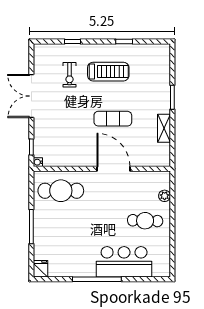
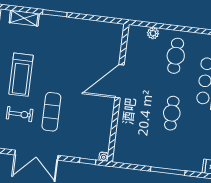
treadmill: (108, 72) -> (21, 75), turned 180
exercise mat: (113, 119) -> (51, 112), moved
shelving: (164, 128) -> (24, 18), moved
cafe table: (61, 191) -> (172, 113), moved, width x0.73, depth x0.74

